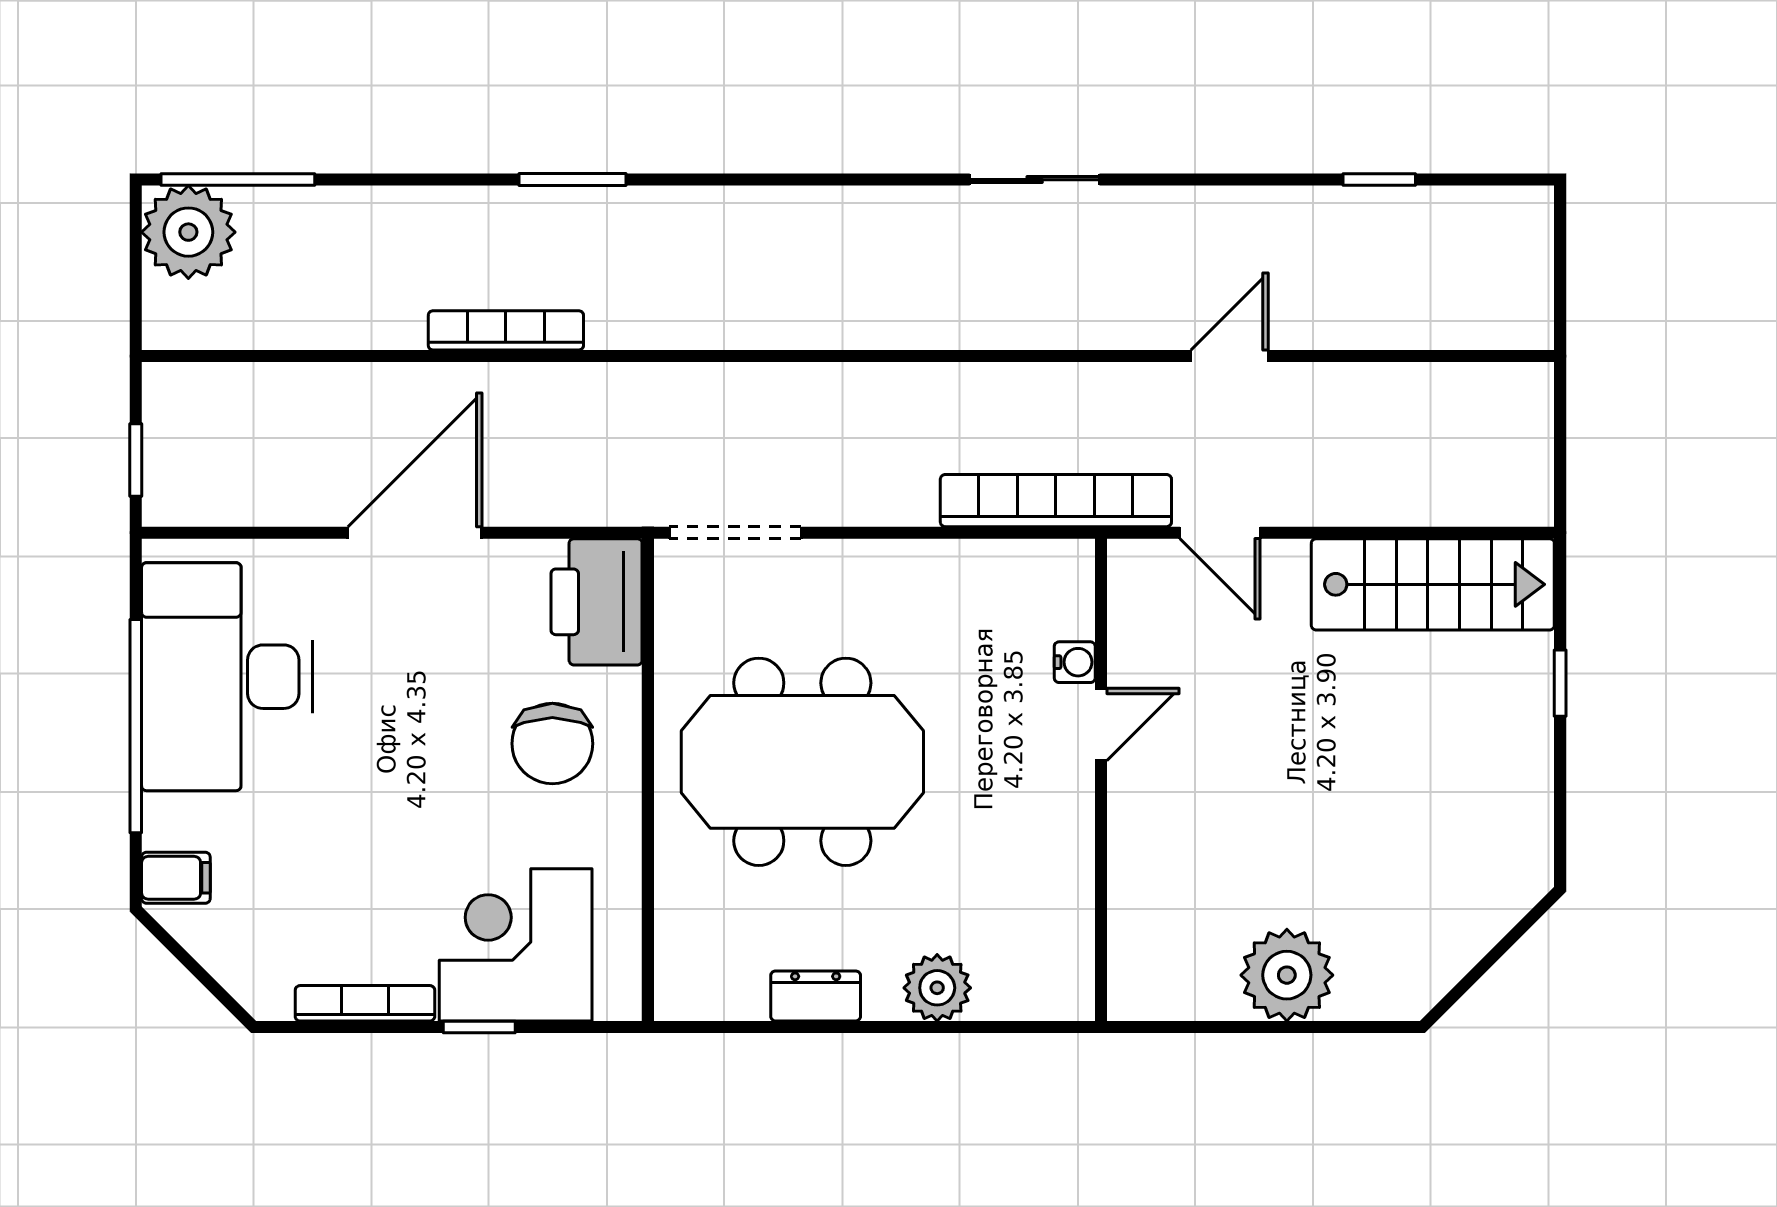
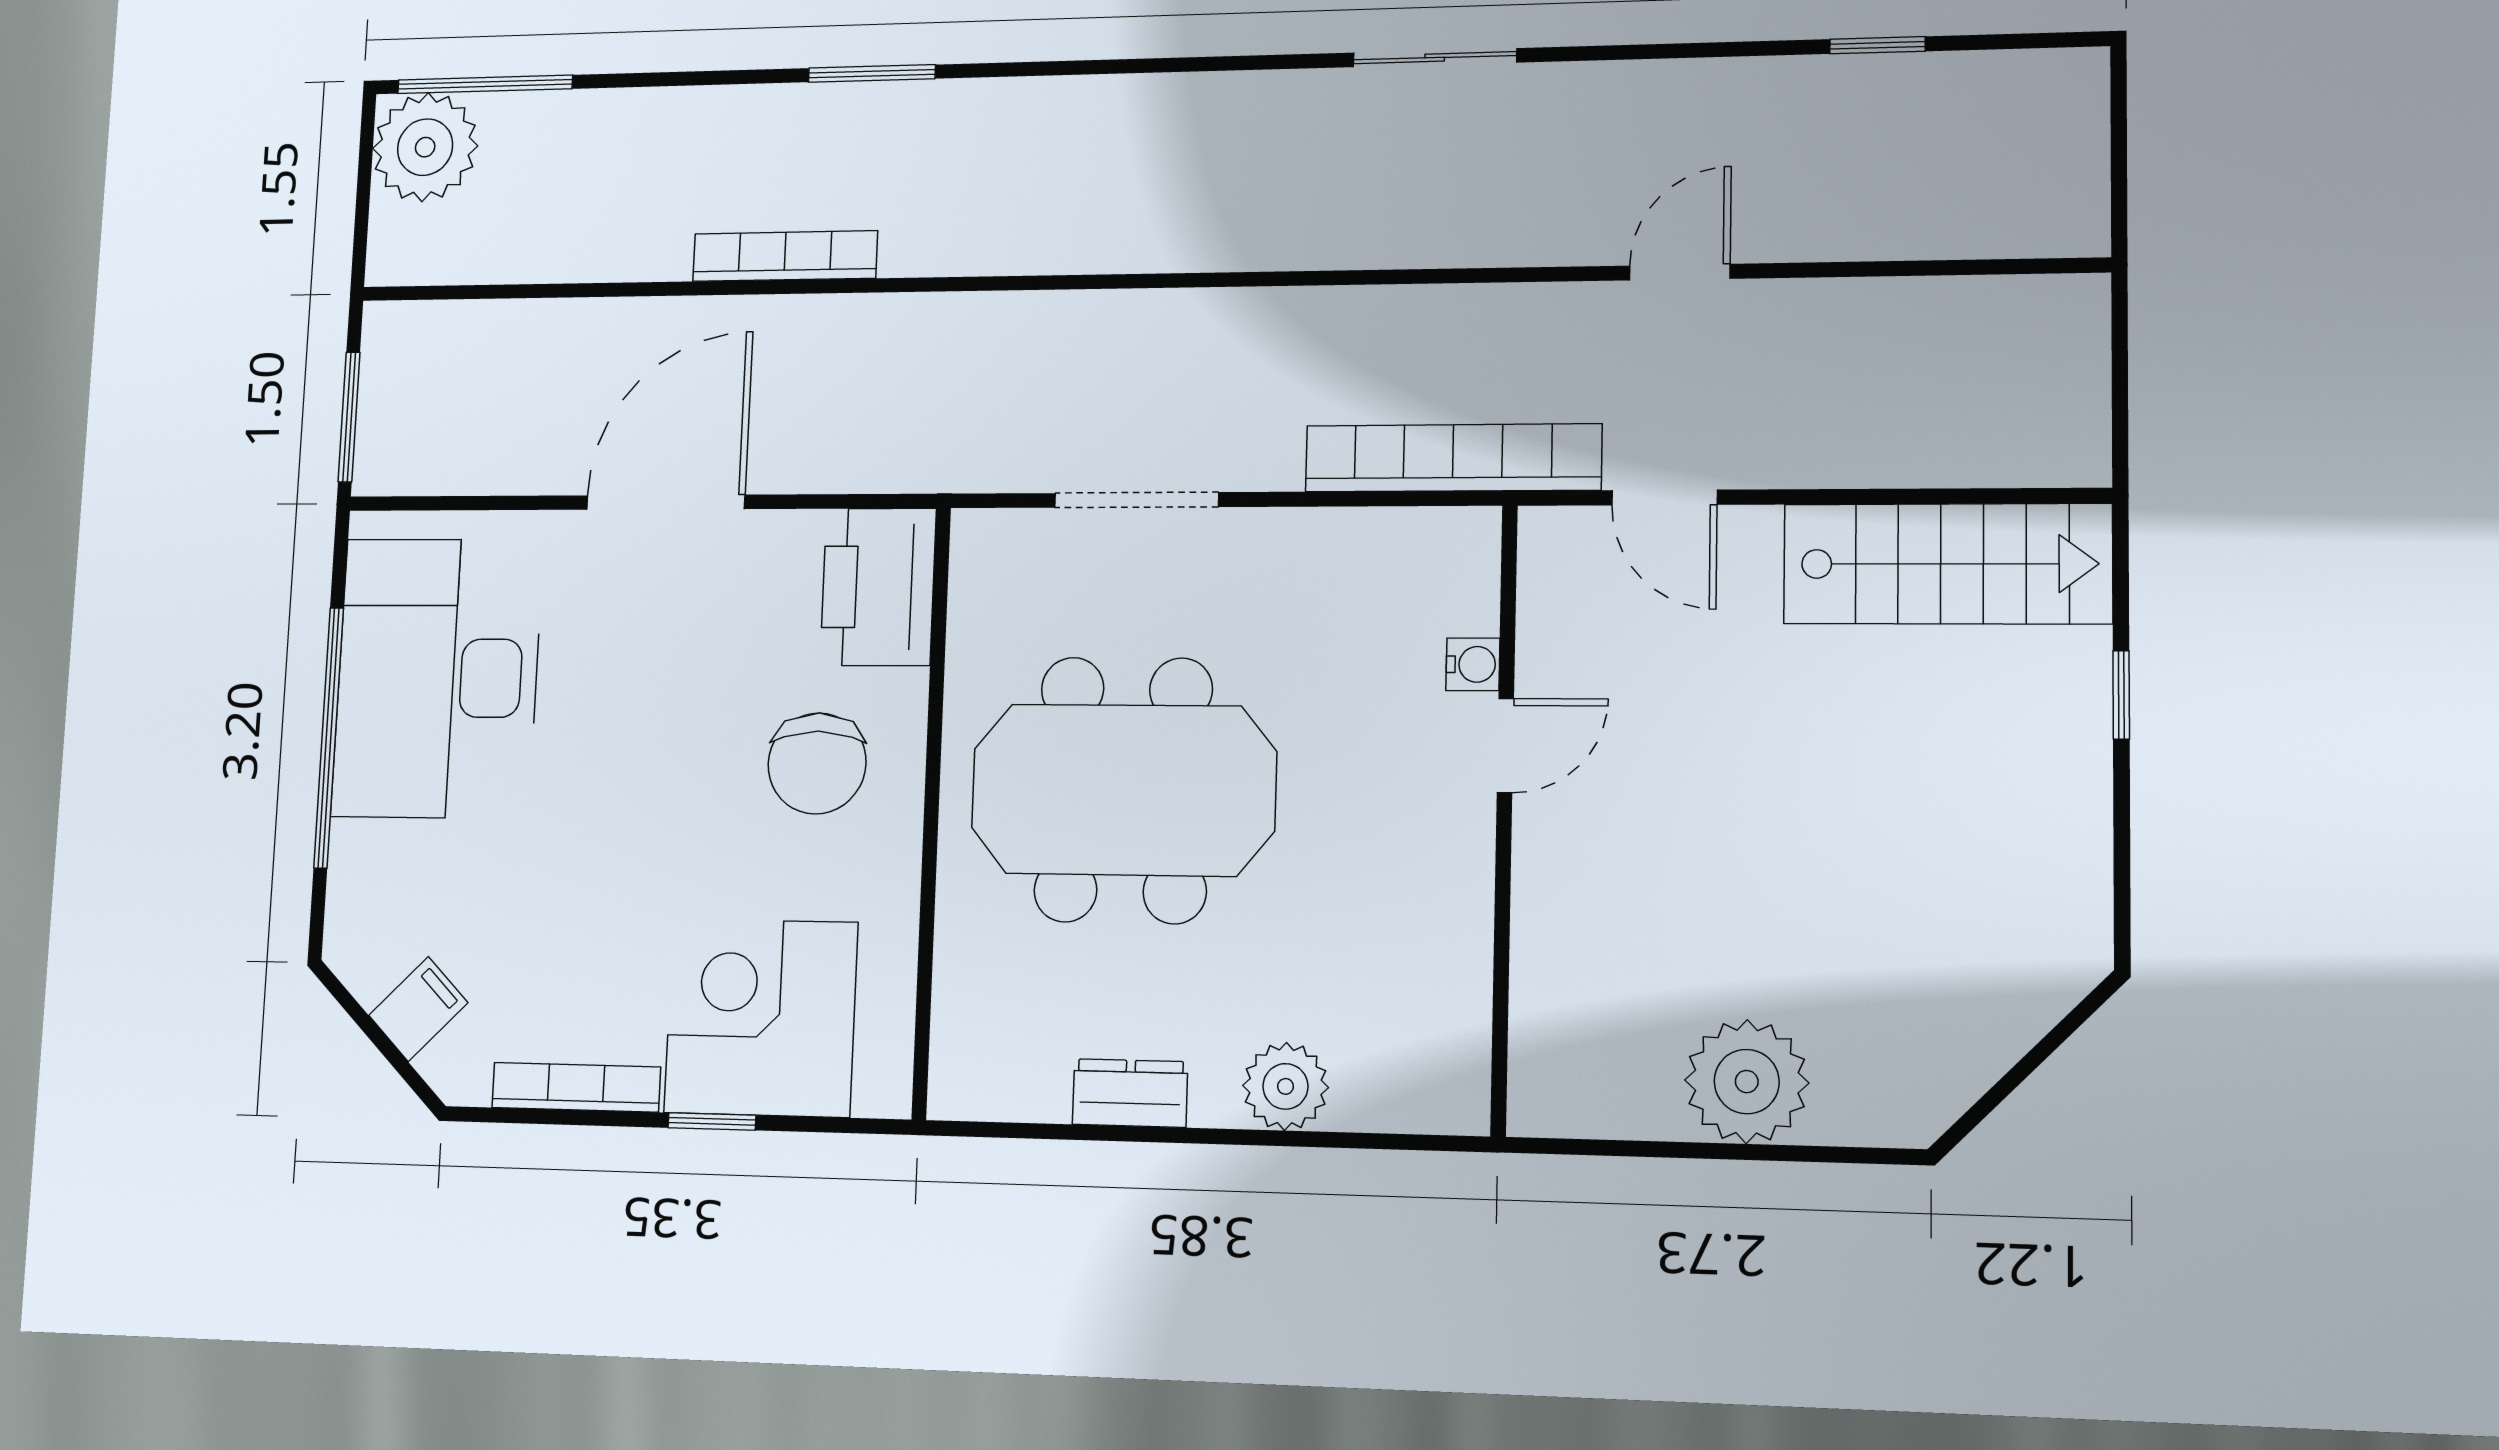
window: (136, 460) -> (349, 417), width x1.50
doorway: (735, 533) -> (1136, 500), moved
filing cabinet: (176, 878) -> (418, 1009), moved, turned -45

